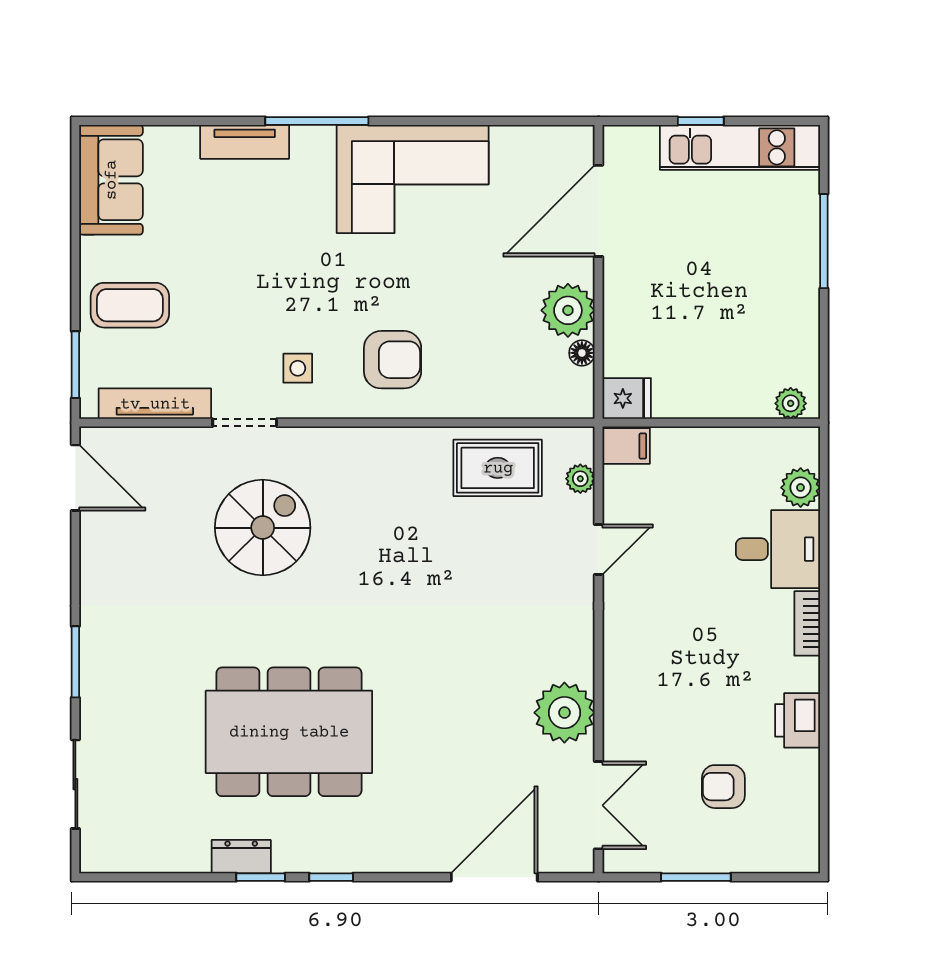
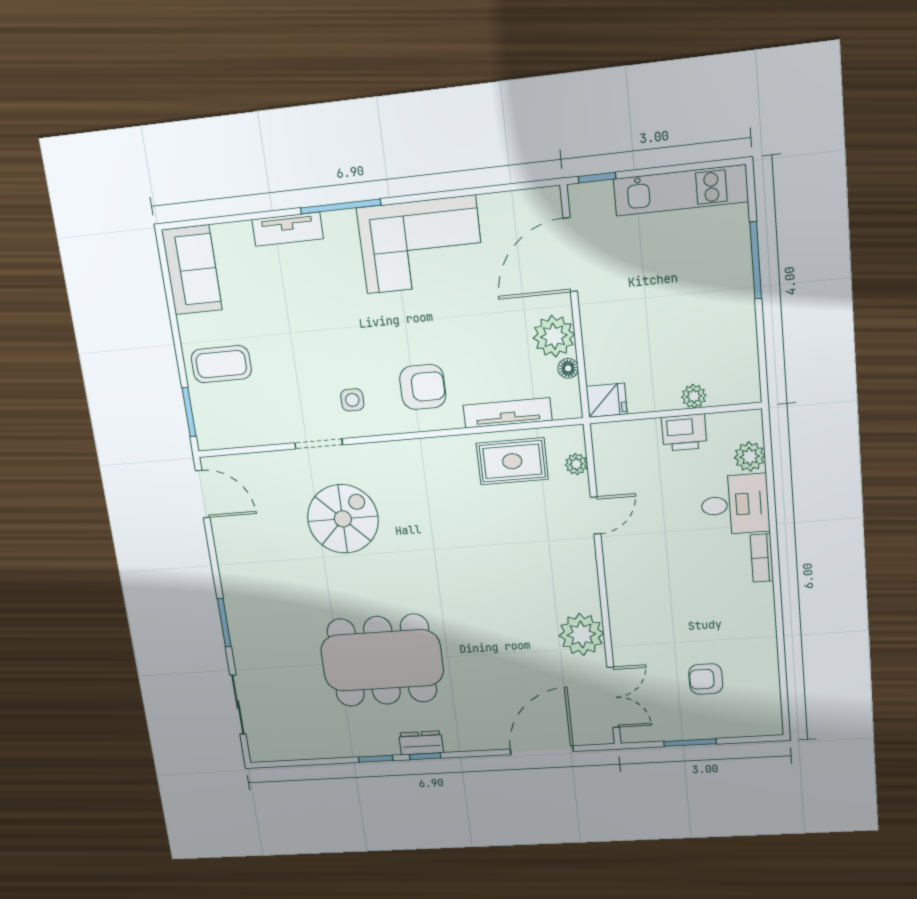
window: (701, 121) -> (597, 178), moved
plant: (791, 403) -> (694, 396), moved
tv unit: (155, 404) -> (507, 413), moved
filing cabinet: (626, 446) -> (610, 436), removed
printer: (798, 720) -> (684, 432), moved, turned -90
dresser: (241, 857) -> (421, 743), moved

